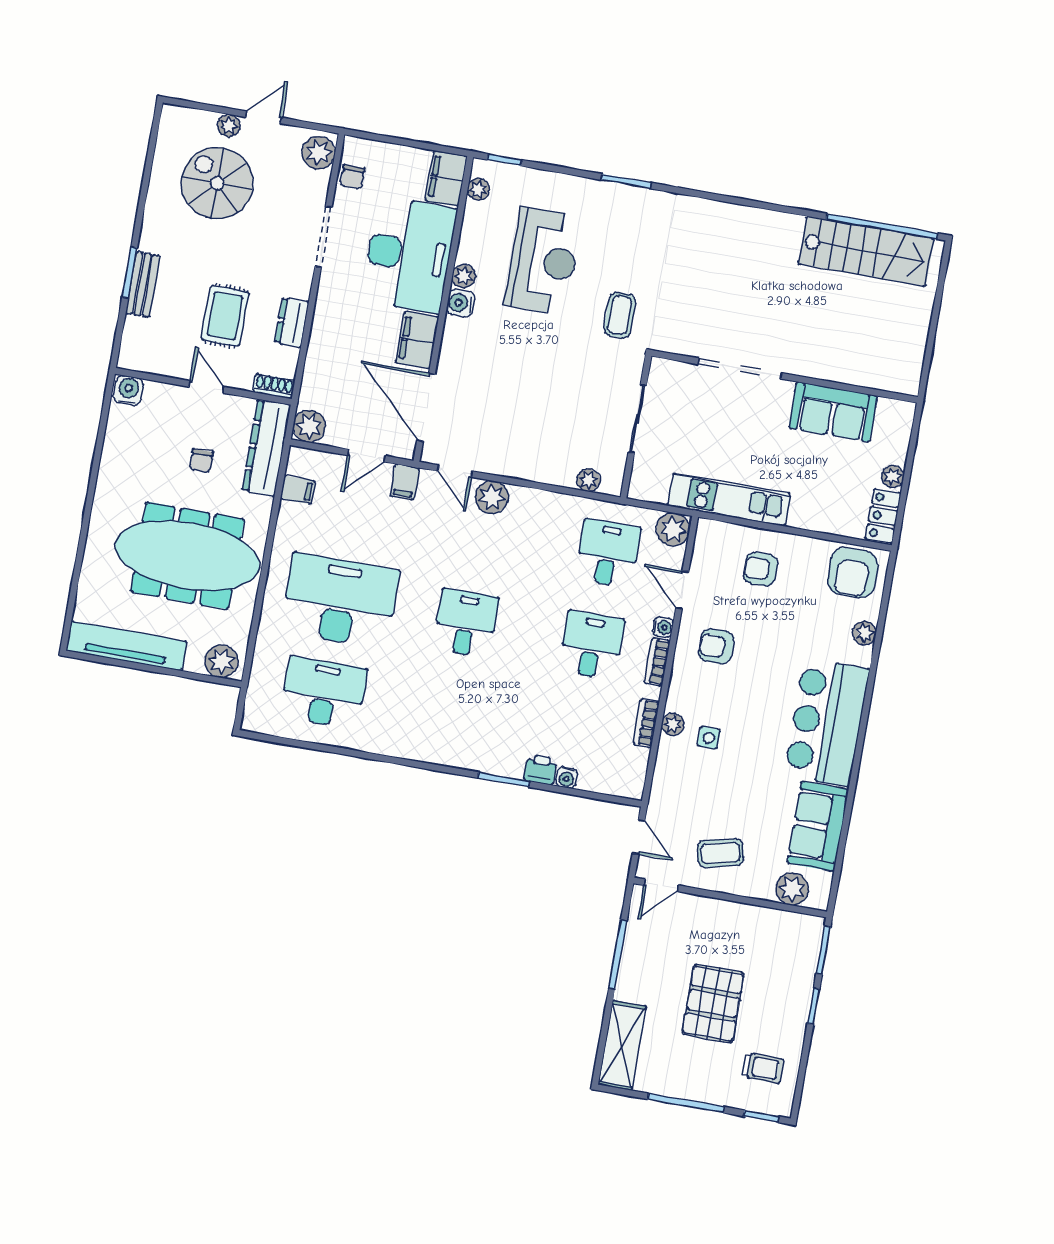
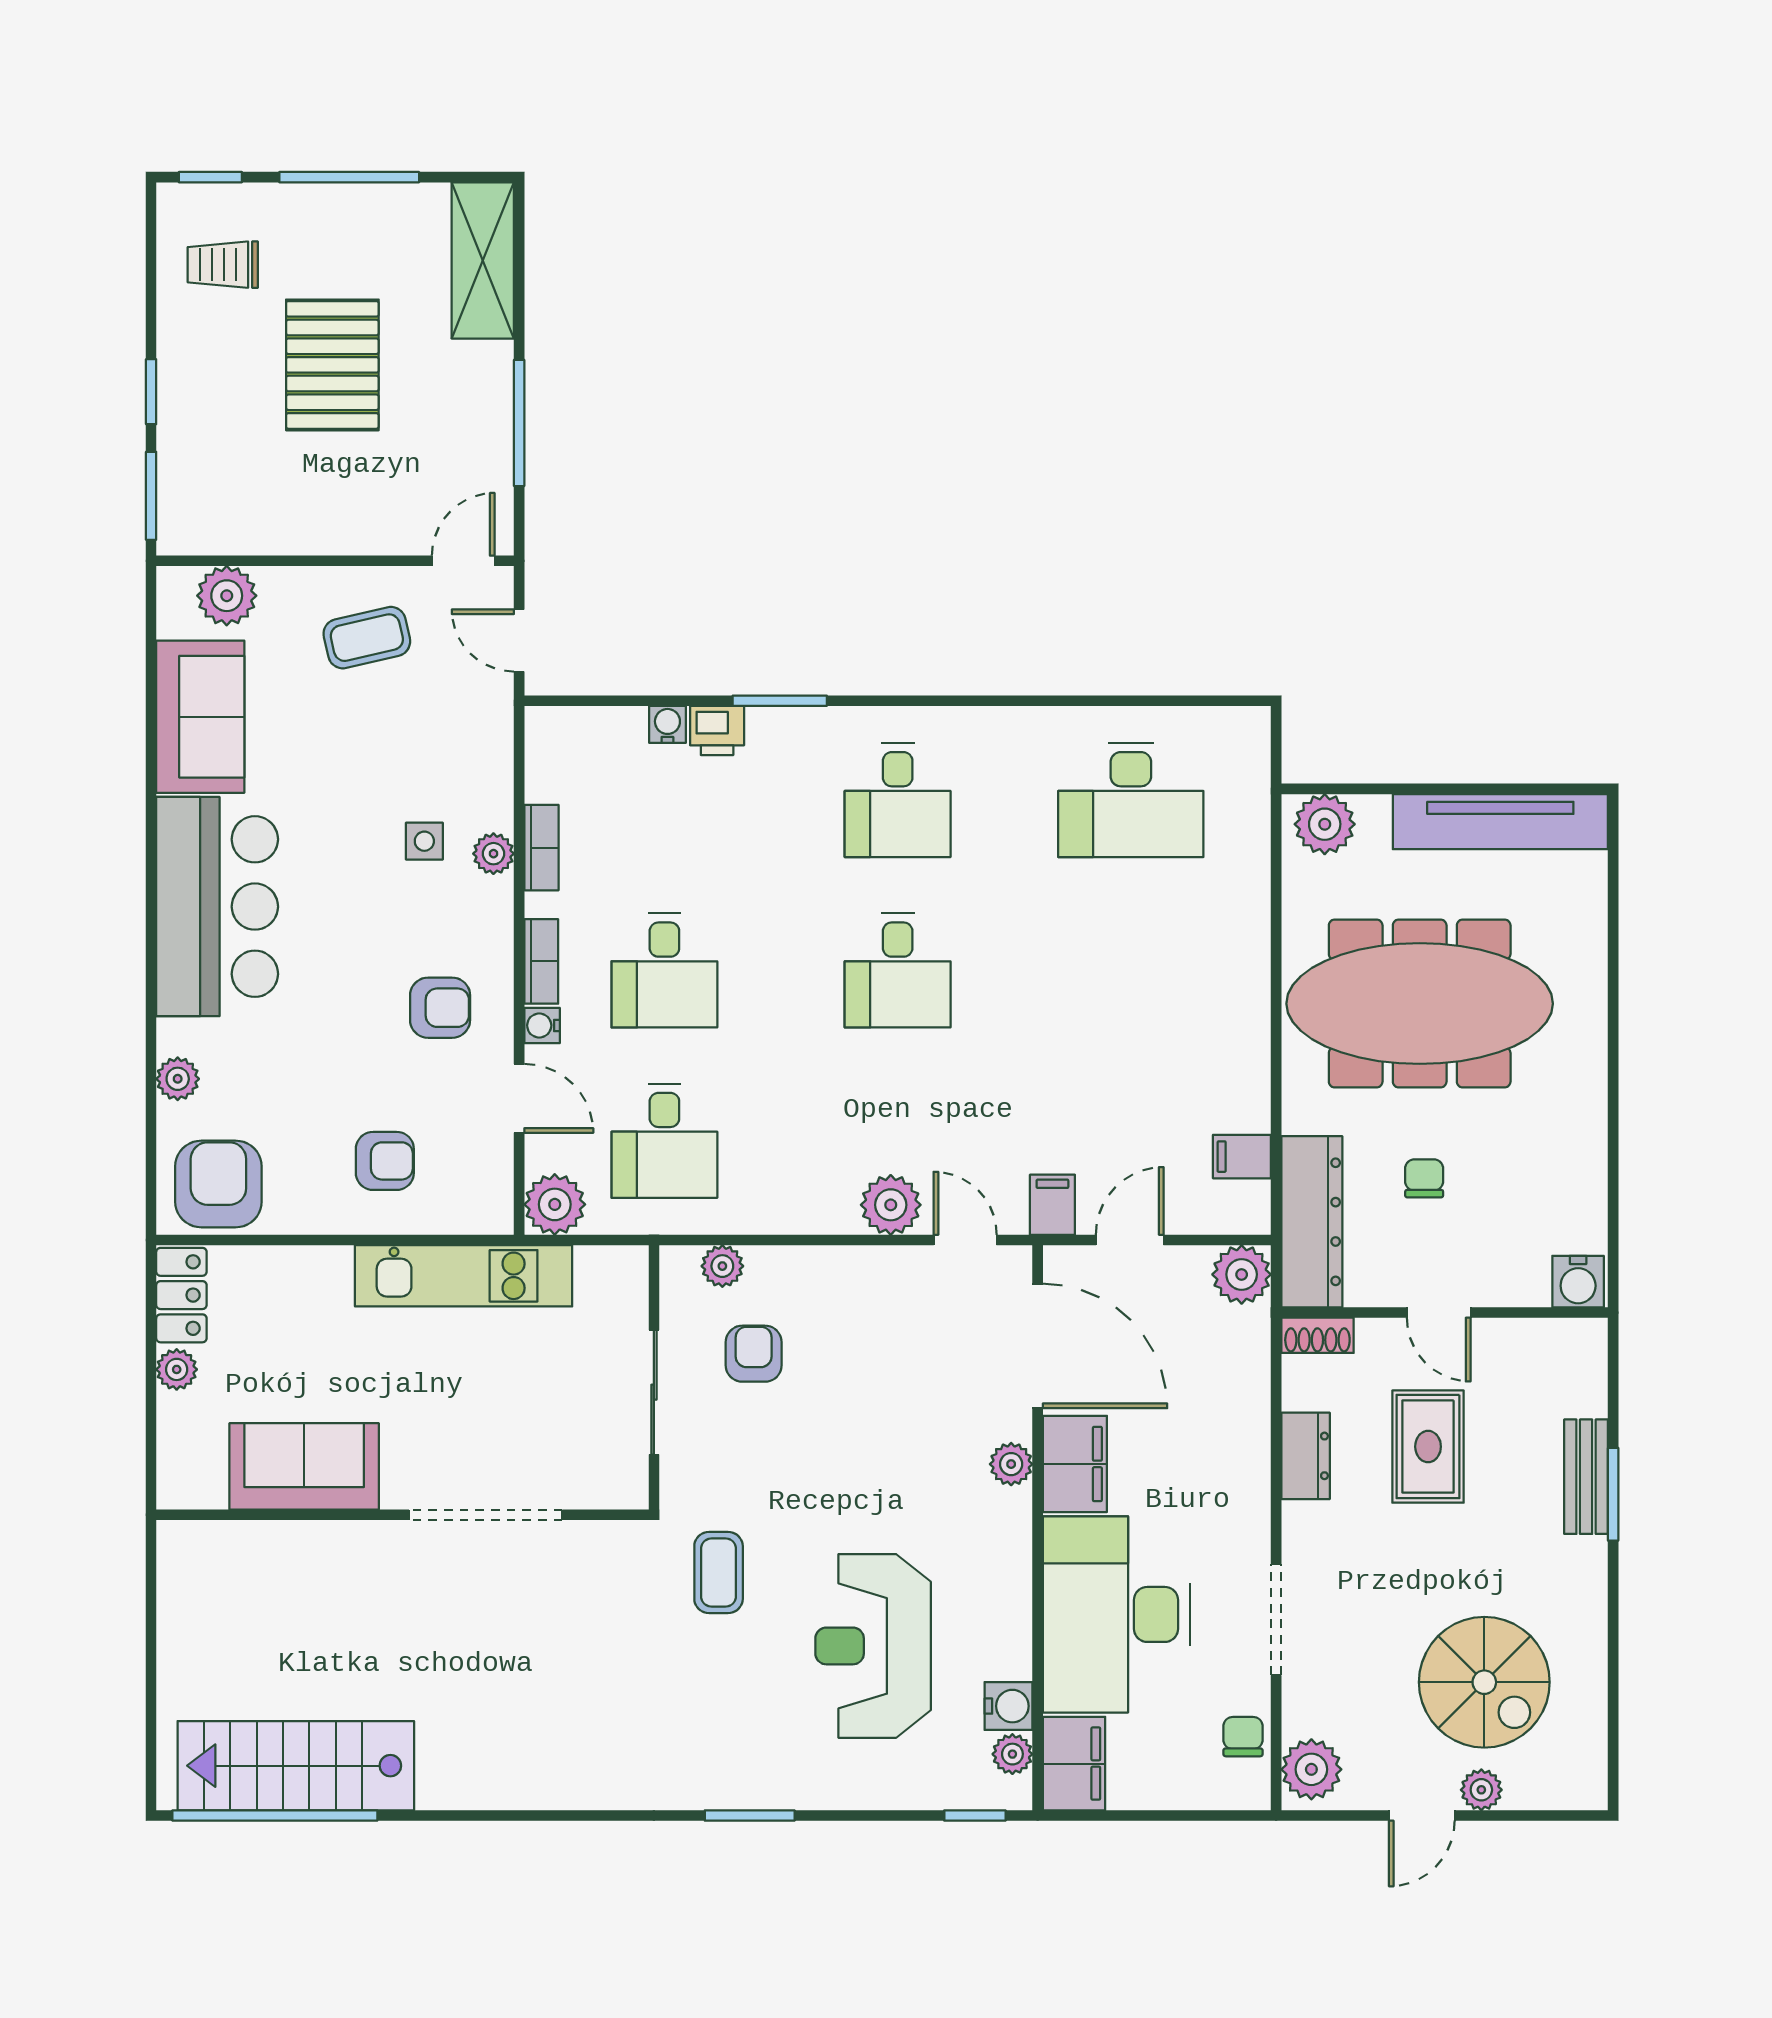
plant: (464, 276) -> (1011, 1464), moved
water cooler: (461, 303) -> (1009, 1706), moved
armchair: (580, 430) -> (754, 1354), added
desk: (340, 601) -> (898, 800), moved, width x0.53, depth x0.77

